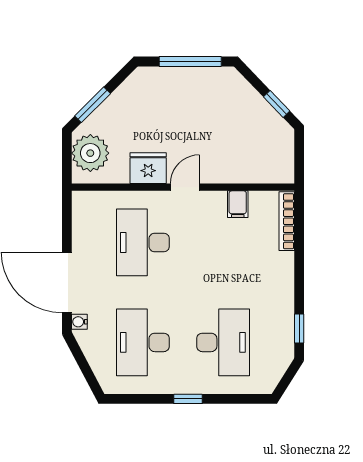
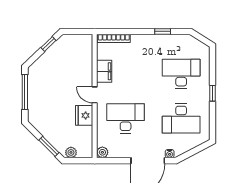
plant: (90, 153) -> (71, 152), width x0.53, depth x0.53
plant: (82, 201) -> (102, 152), added
filing cabinet: (238, 204) -> (104, 71), width x2.00
desk: (143, 242) -> (126, 118), turned 180
window: (299, 329) -> (163, 31), moved

